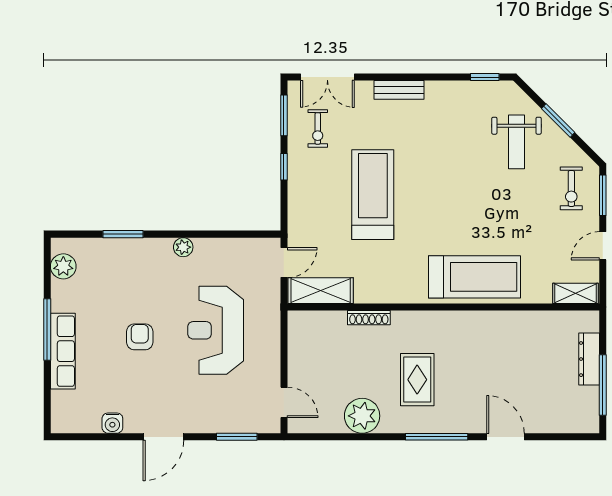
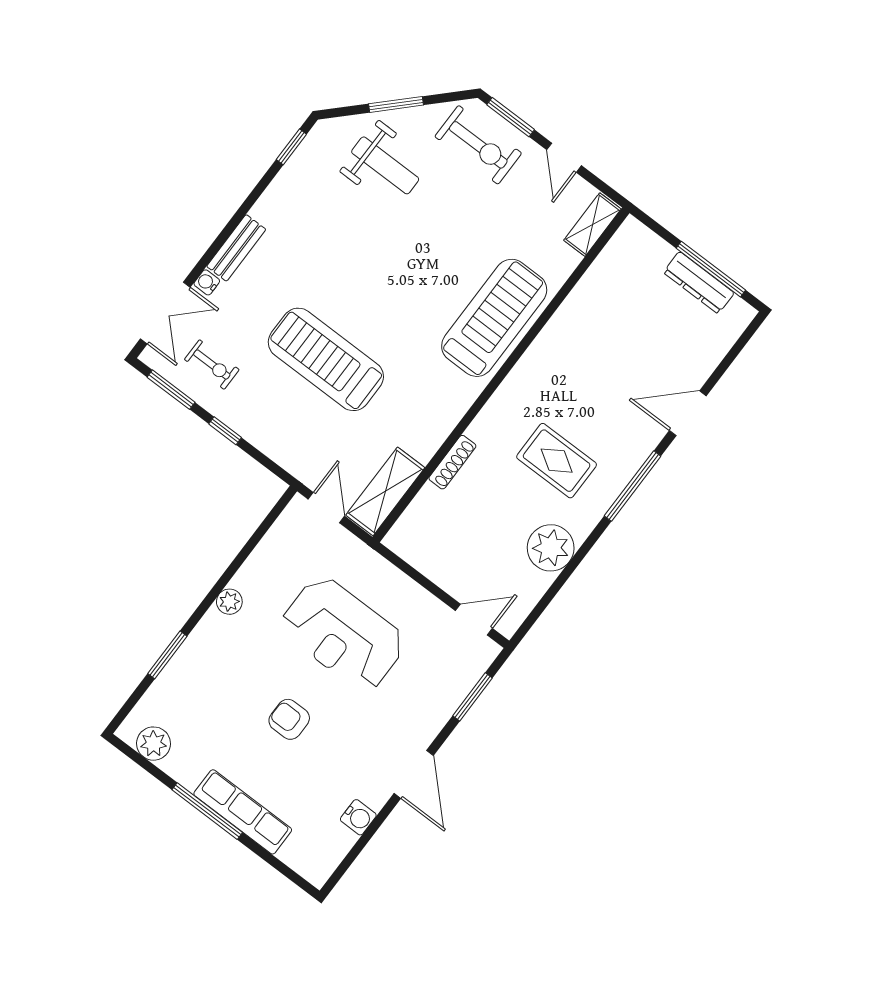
water cooler: (365, 88) -> (207, 282), added
exercise bike: (571, 188) -> (478, 145), width x1.38, depth x1.39
dresser: (589, 359) -> (699, 283), moved

